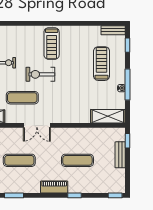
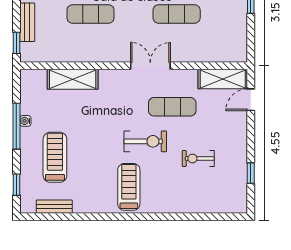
bench: (113, 30) -> (54, 207), moved
treadmill: (102, 64) -> (55, 157), turned 180
shelving: (108, 116) -> (73, 79), moved

